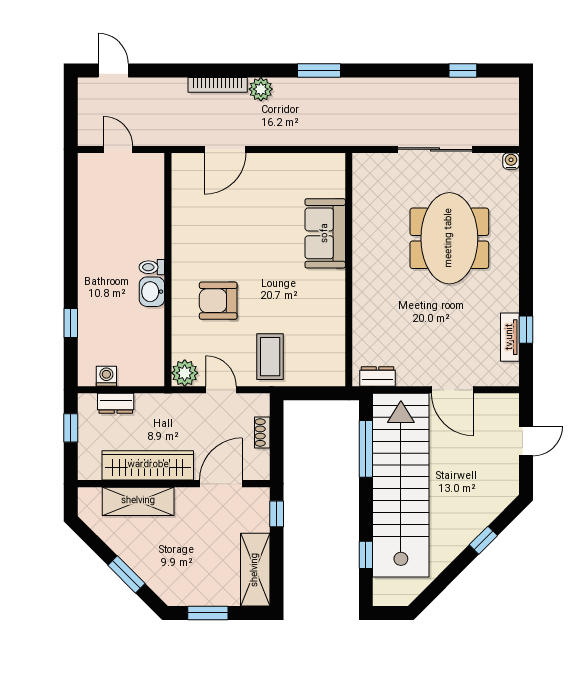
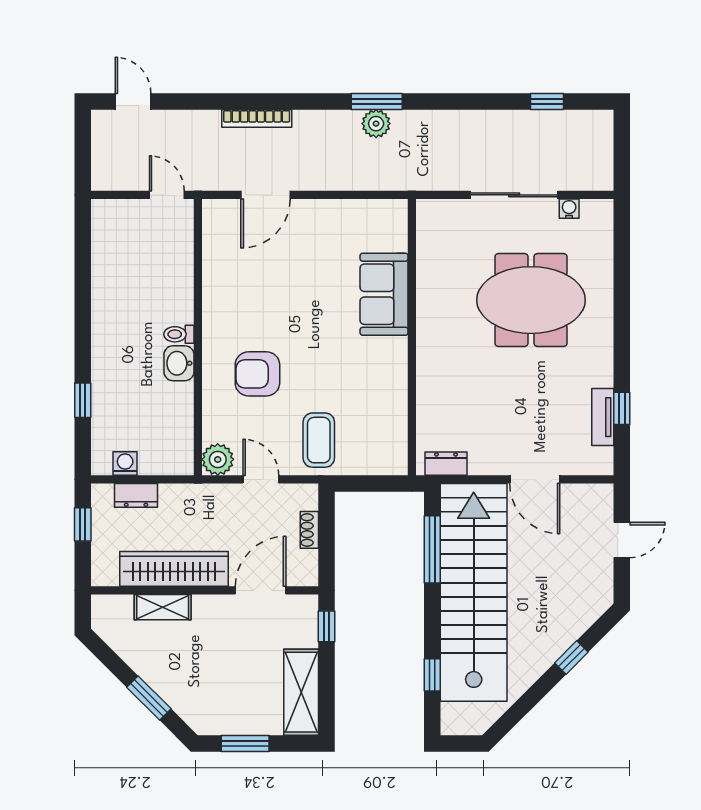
plant: (261, 89) -> (376, 124), moved
door: (118, 149) -> (167, 195), moved
water cooler: (511, 161) -> (569, 209), moved
meeting table: (449, 238) -> (531, 300), turned 90
shelving: (138, 501) -> (163, 607), width x0.67, depth x0.75

